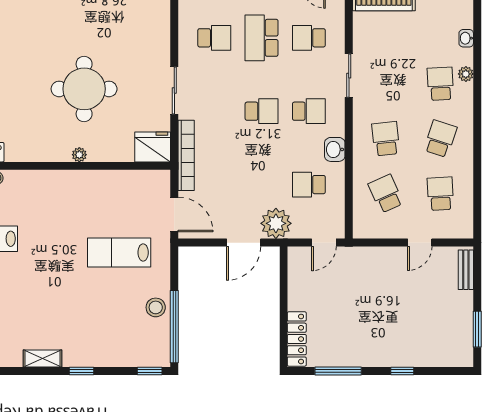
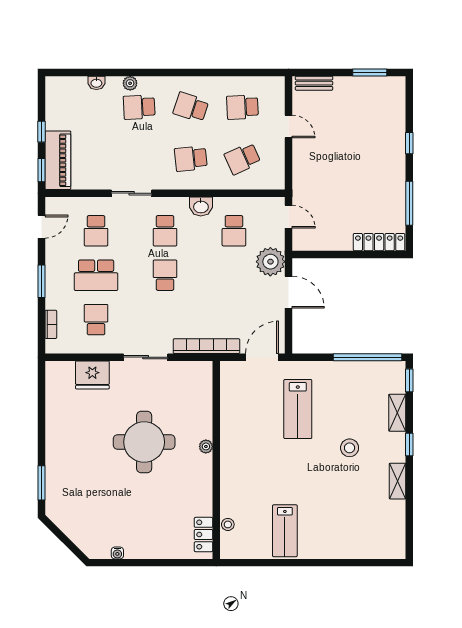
school desk: (309, 111) -> (165, 231), turned 180
fridge: (153, 147) -> (92, 375), moved, turned -90
stool: (156, 307) -> (350, 448), moved
shelving: (115, 358) -> (397, 413), added

